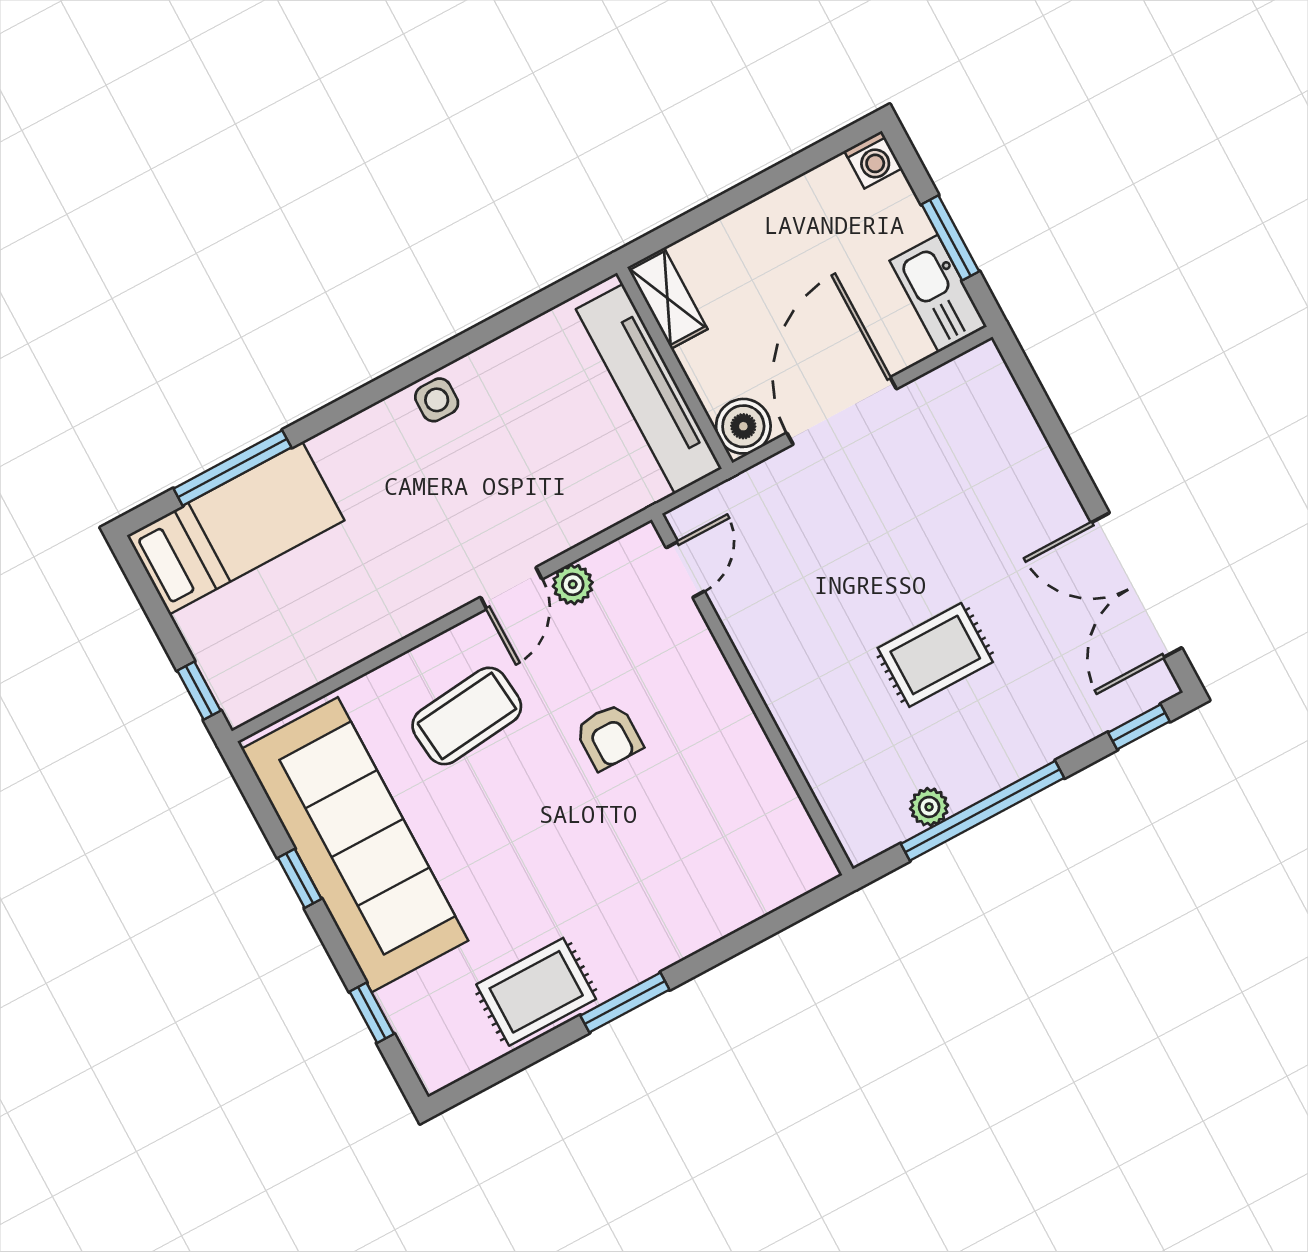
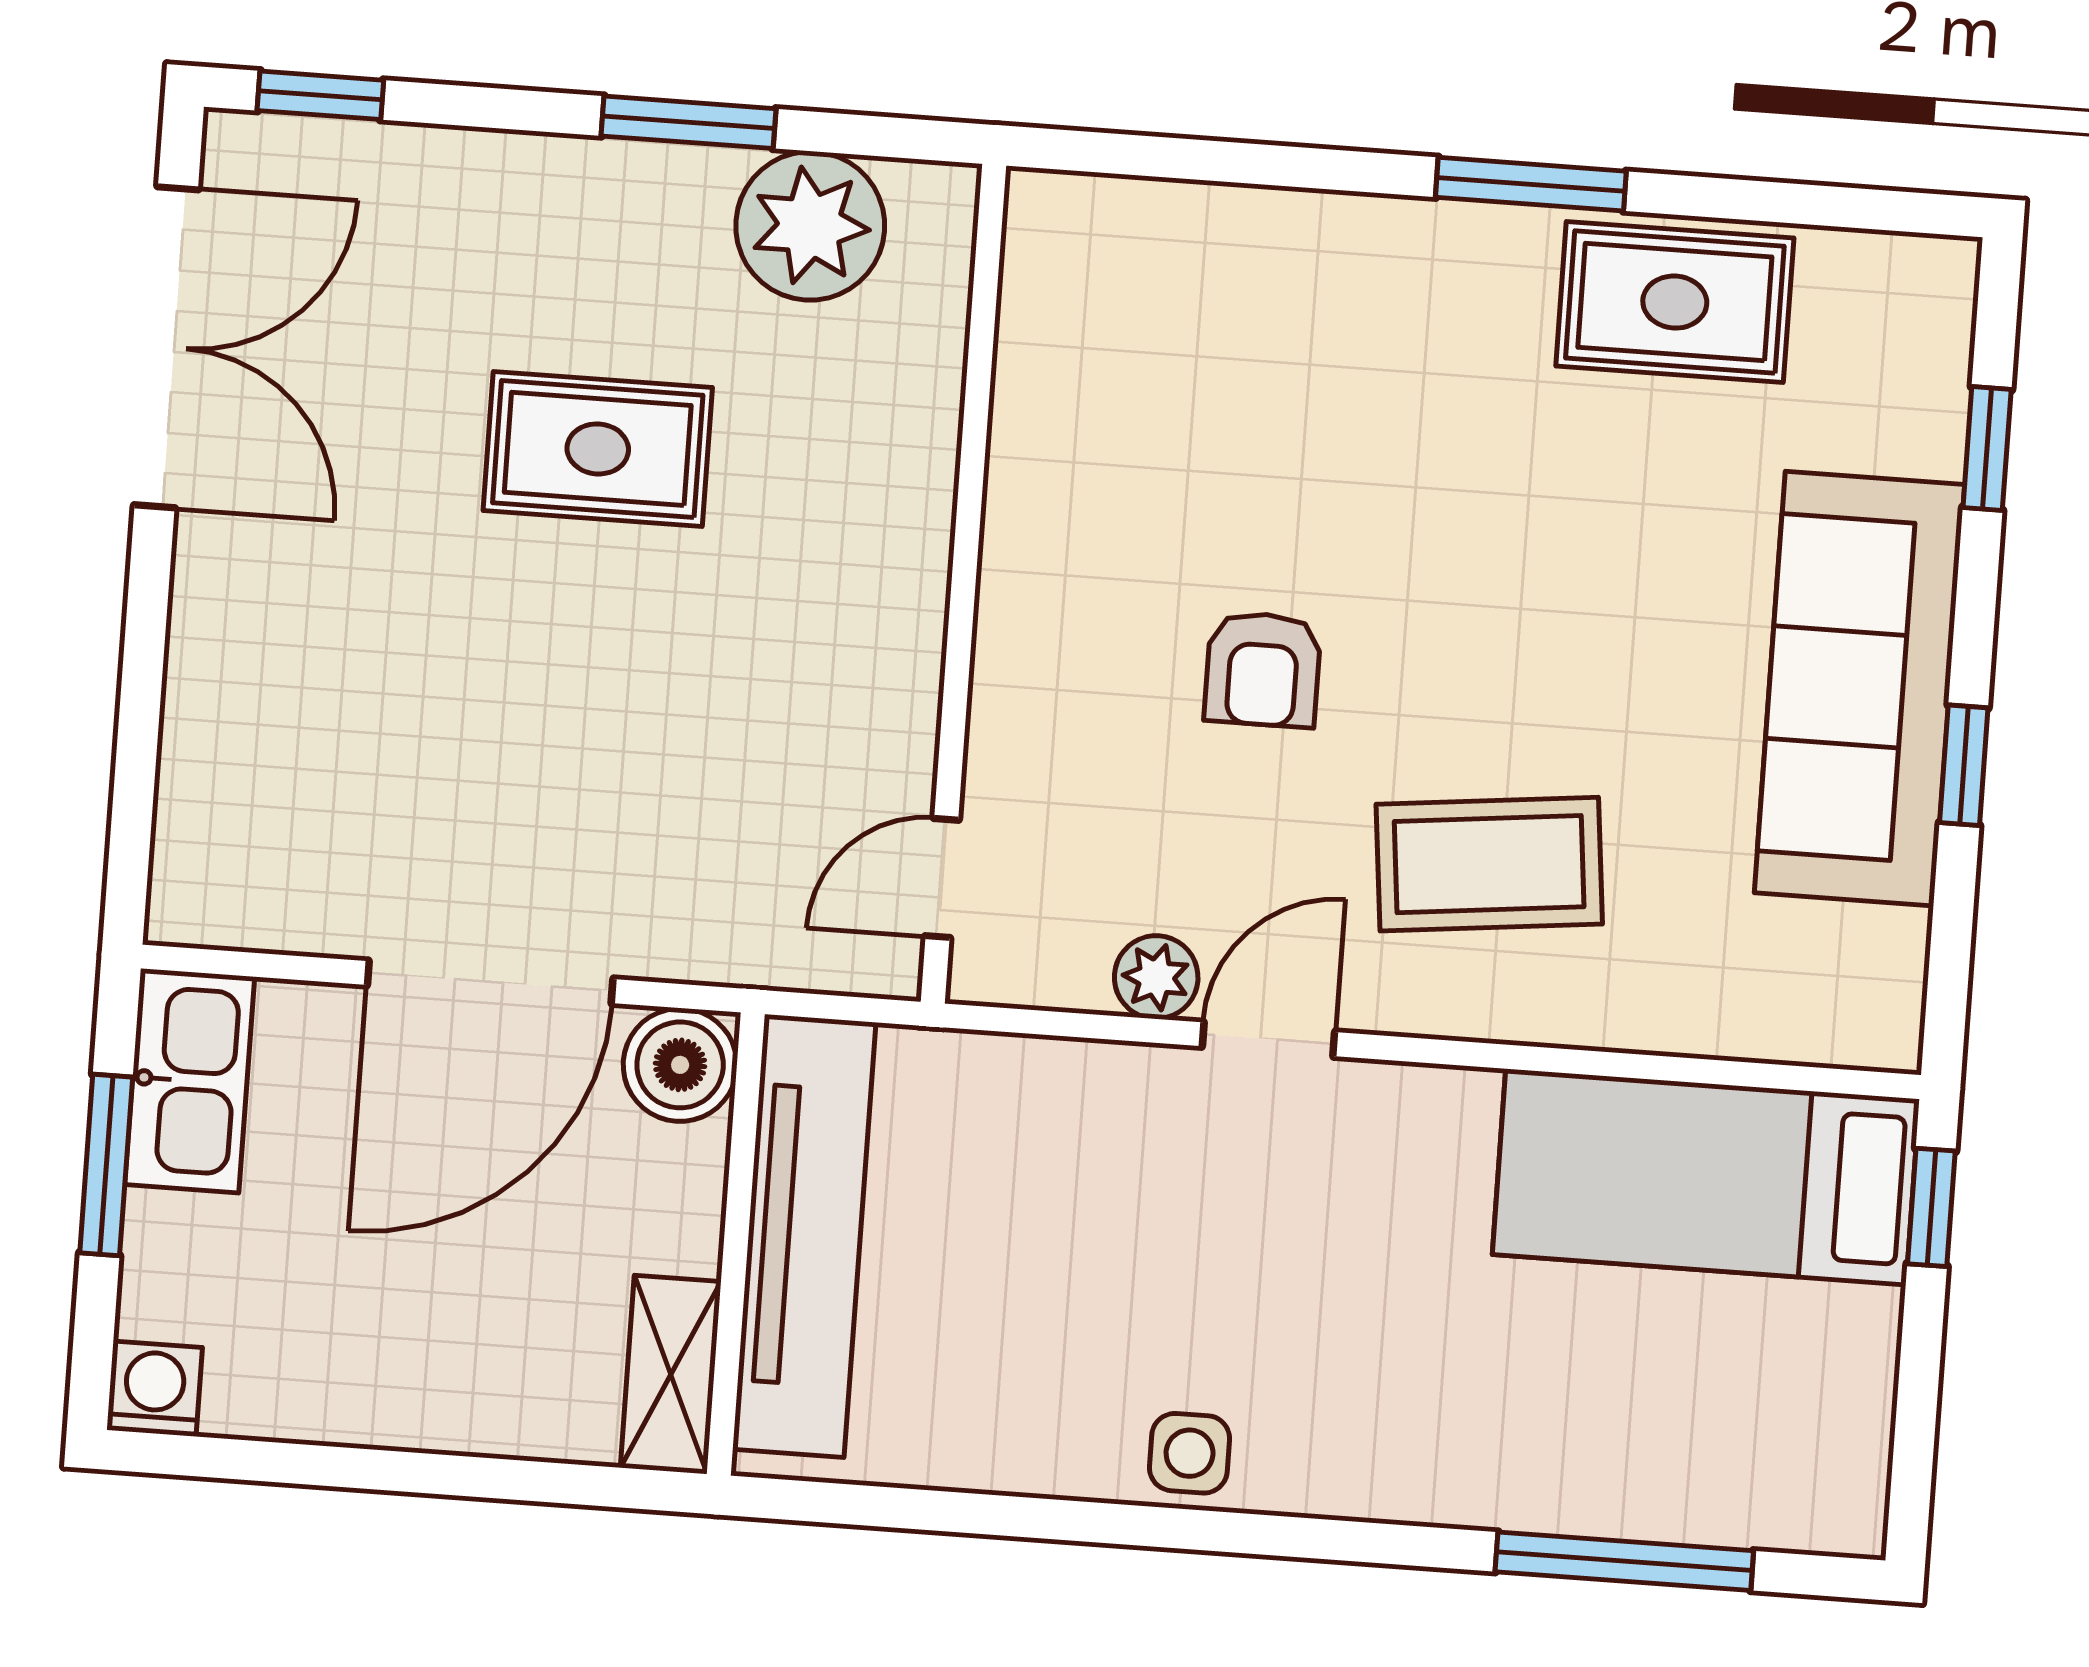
bed: (236, 528) -> (1706, 1177), moved
armchair: (609, 737) -> (1263, 669), turned 180
plant: (929, 807) -> (810, 226), width x1.88, depth x1.88
window: (983, 811) -> (689, 122), width x0.47
sofa: (355, 845) -> (1859, 689), width x0.74, depth x0.79

